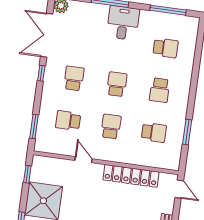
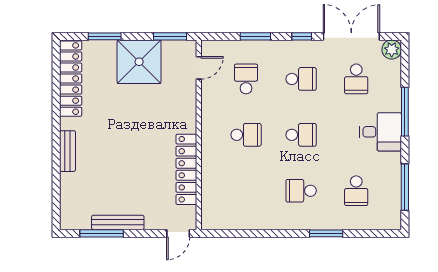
window: (34, 126) -> (255, 36), moved
school desk: (154, 132) -> (356, 79), moved
window: (187, 132) -> (326, 233), moved
door: (84, 160) -> (199, 68), moved
window: (27, 174) -> (170, 36), width x1.50

